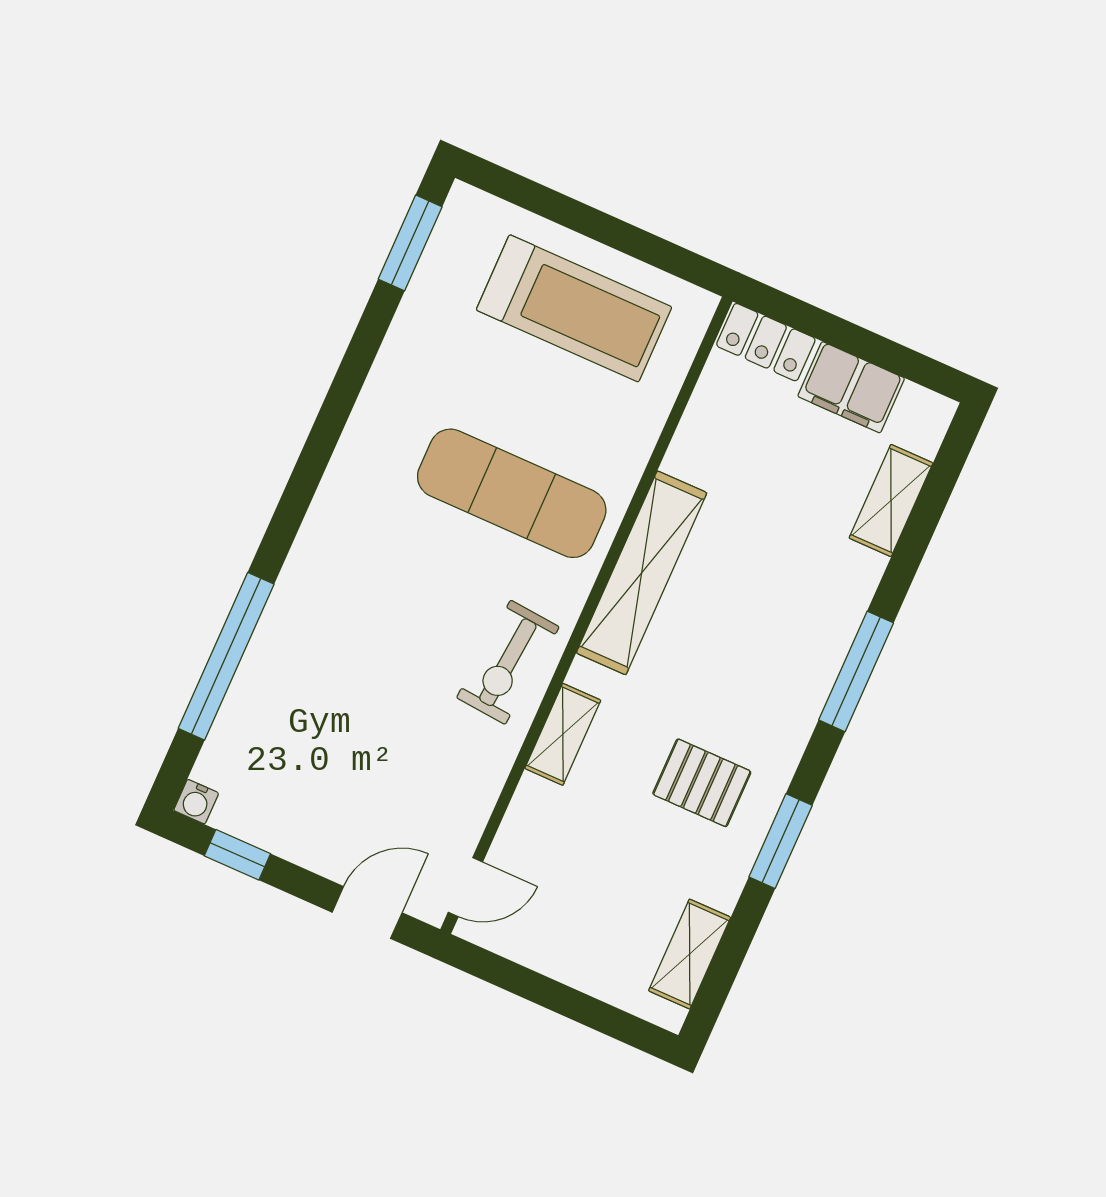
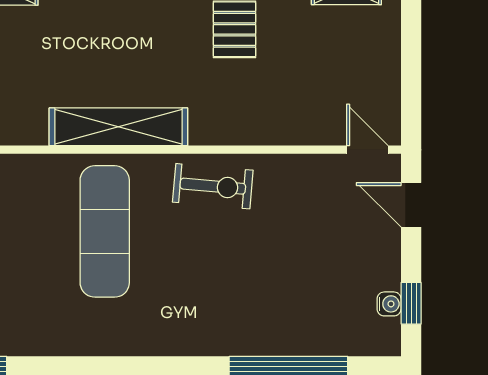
shelving: (563, 734) -> (243, 131), removed
water cooler: (196, 802) -> (389, 304), moved

